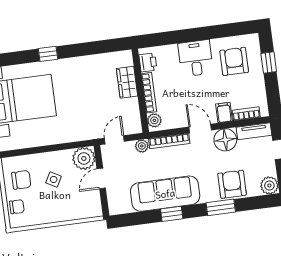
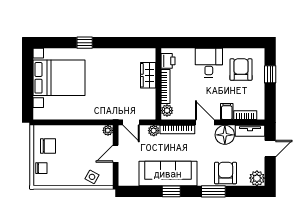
door: (114, 140) -> (131, 122), swing flipped
plant: (84, 158) -> (108, 130), width x0.53, depth x0.53
side table: (54, 179) -> (92, 177), moved

